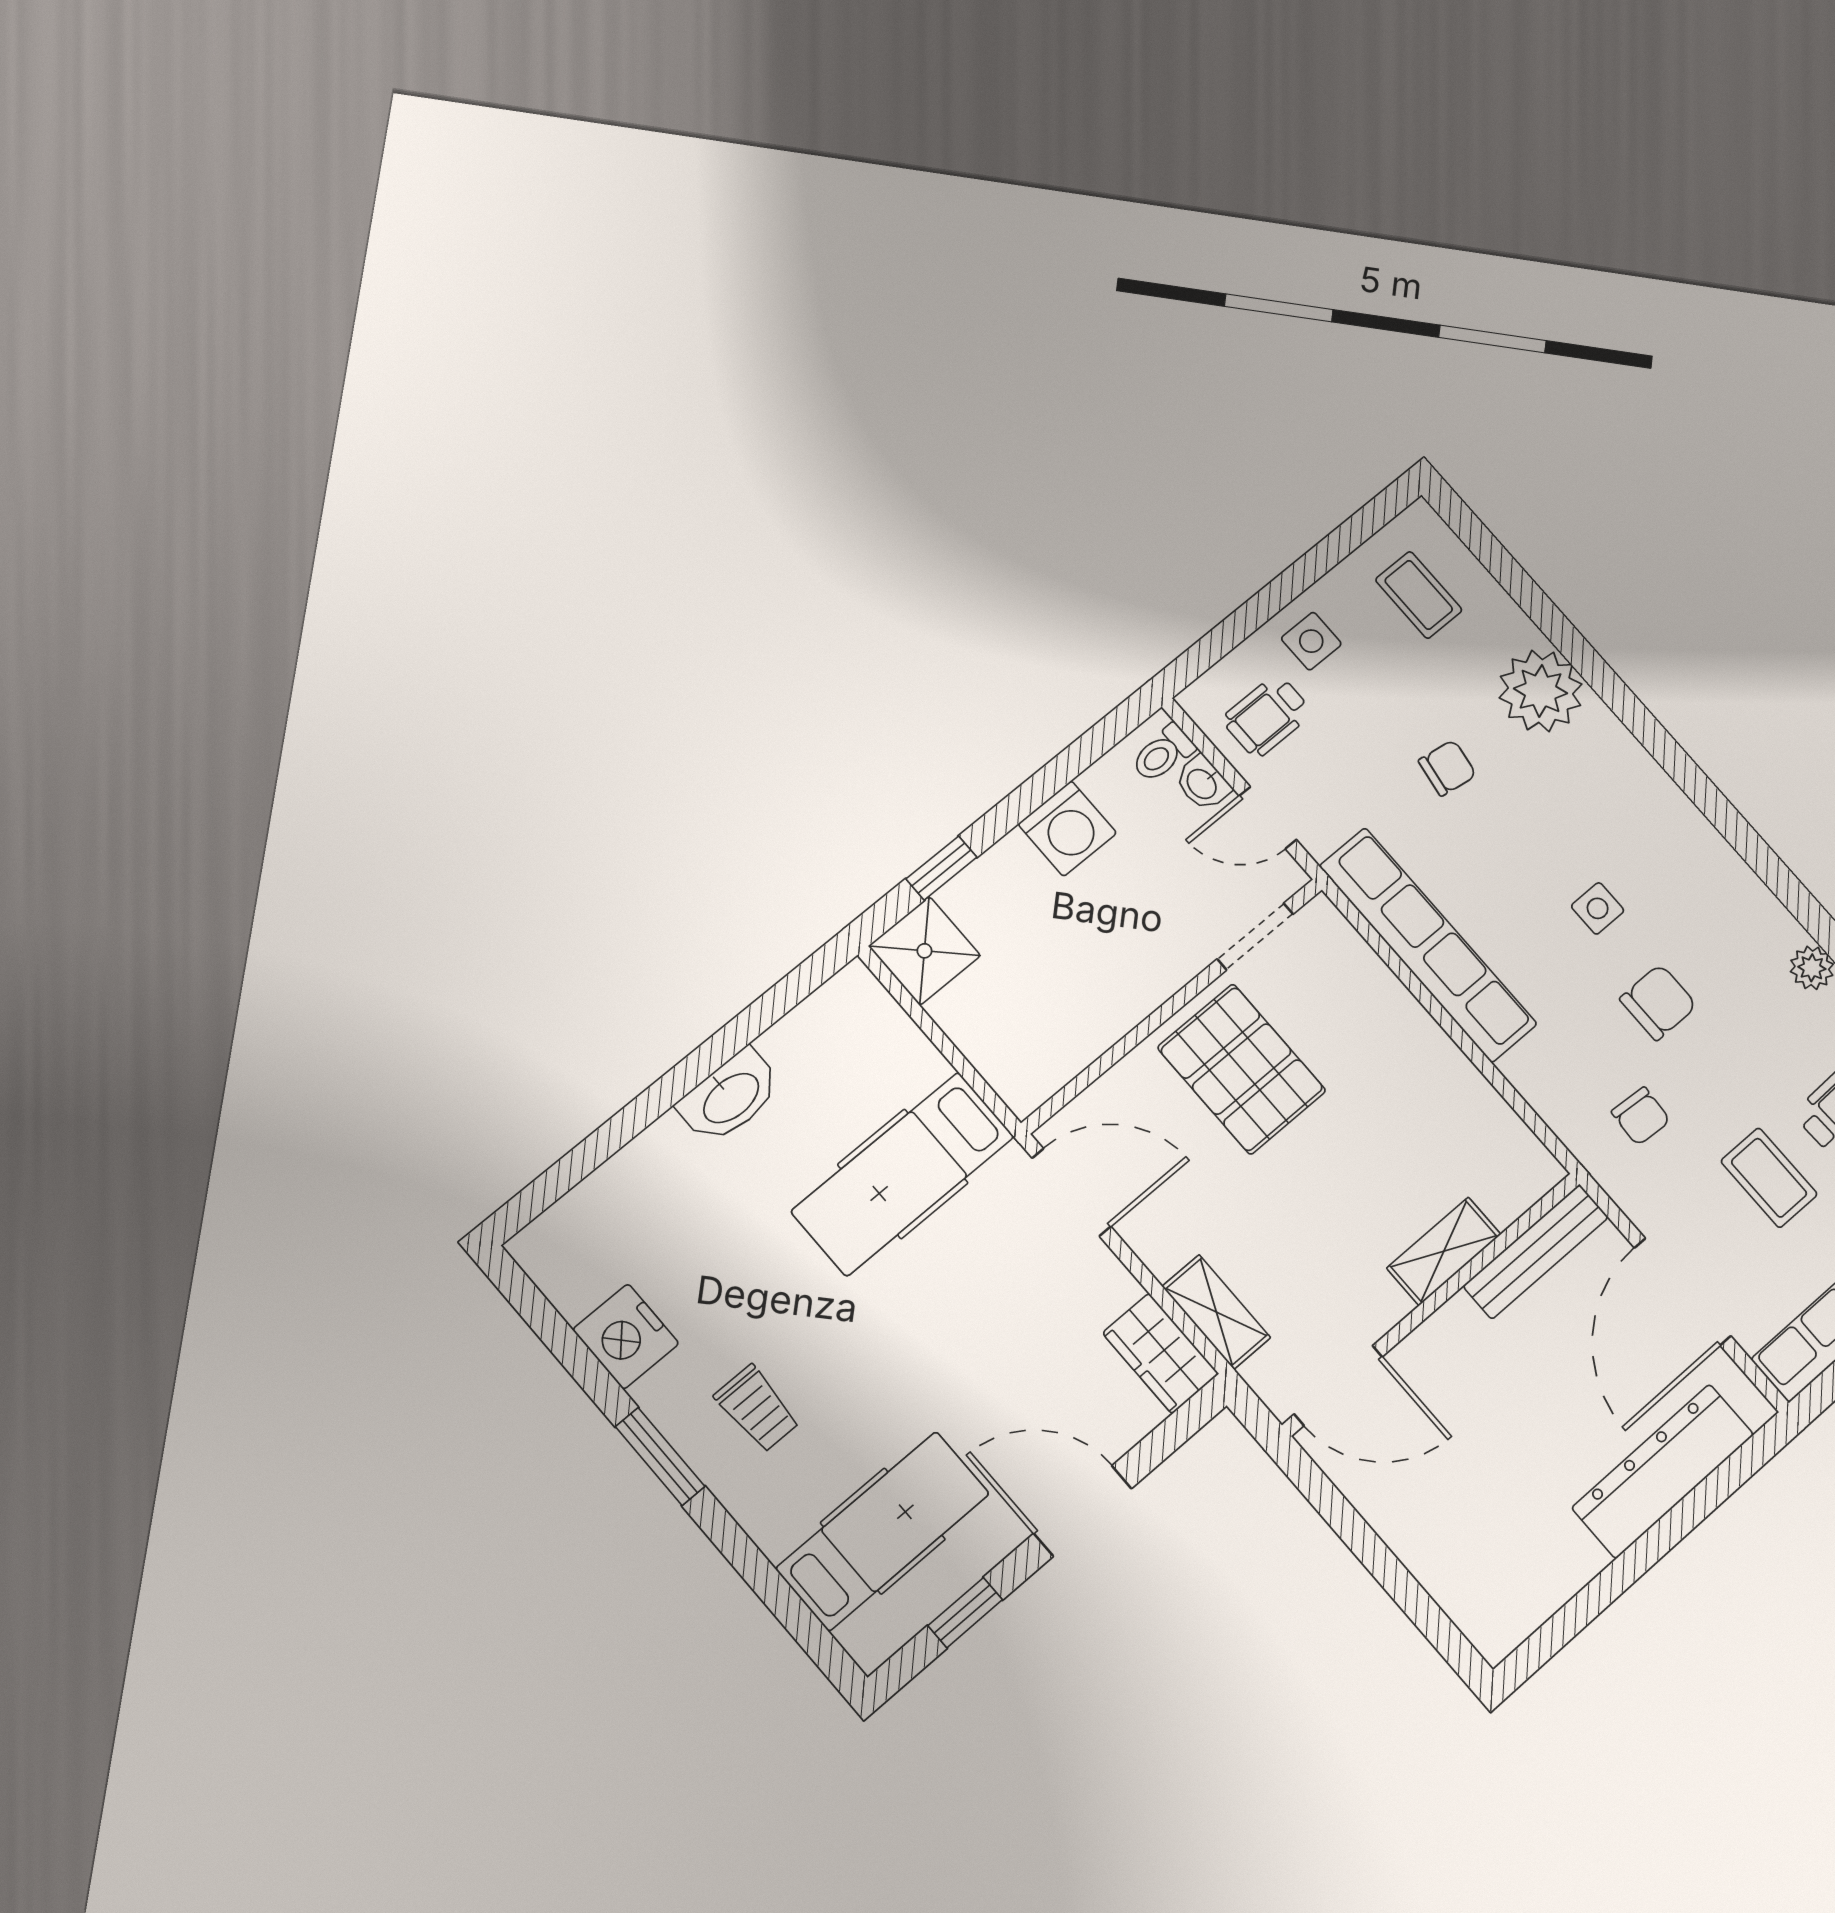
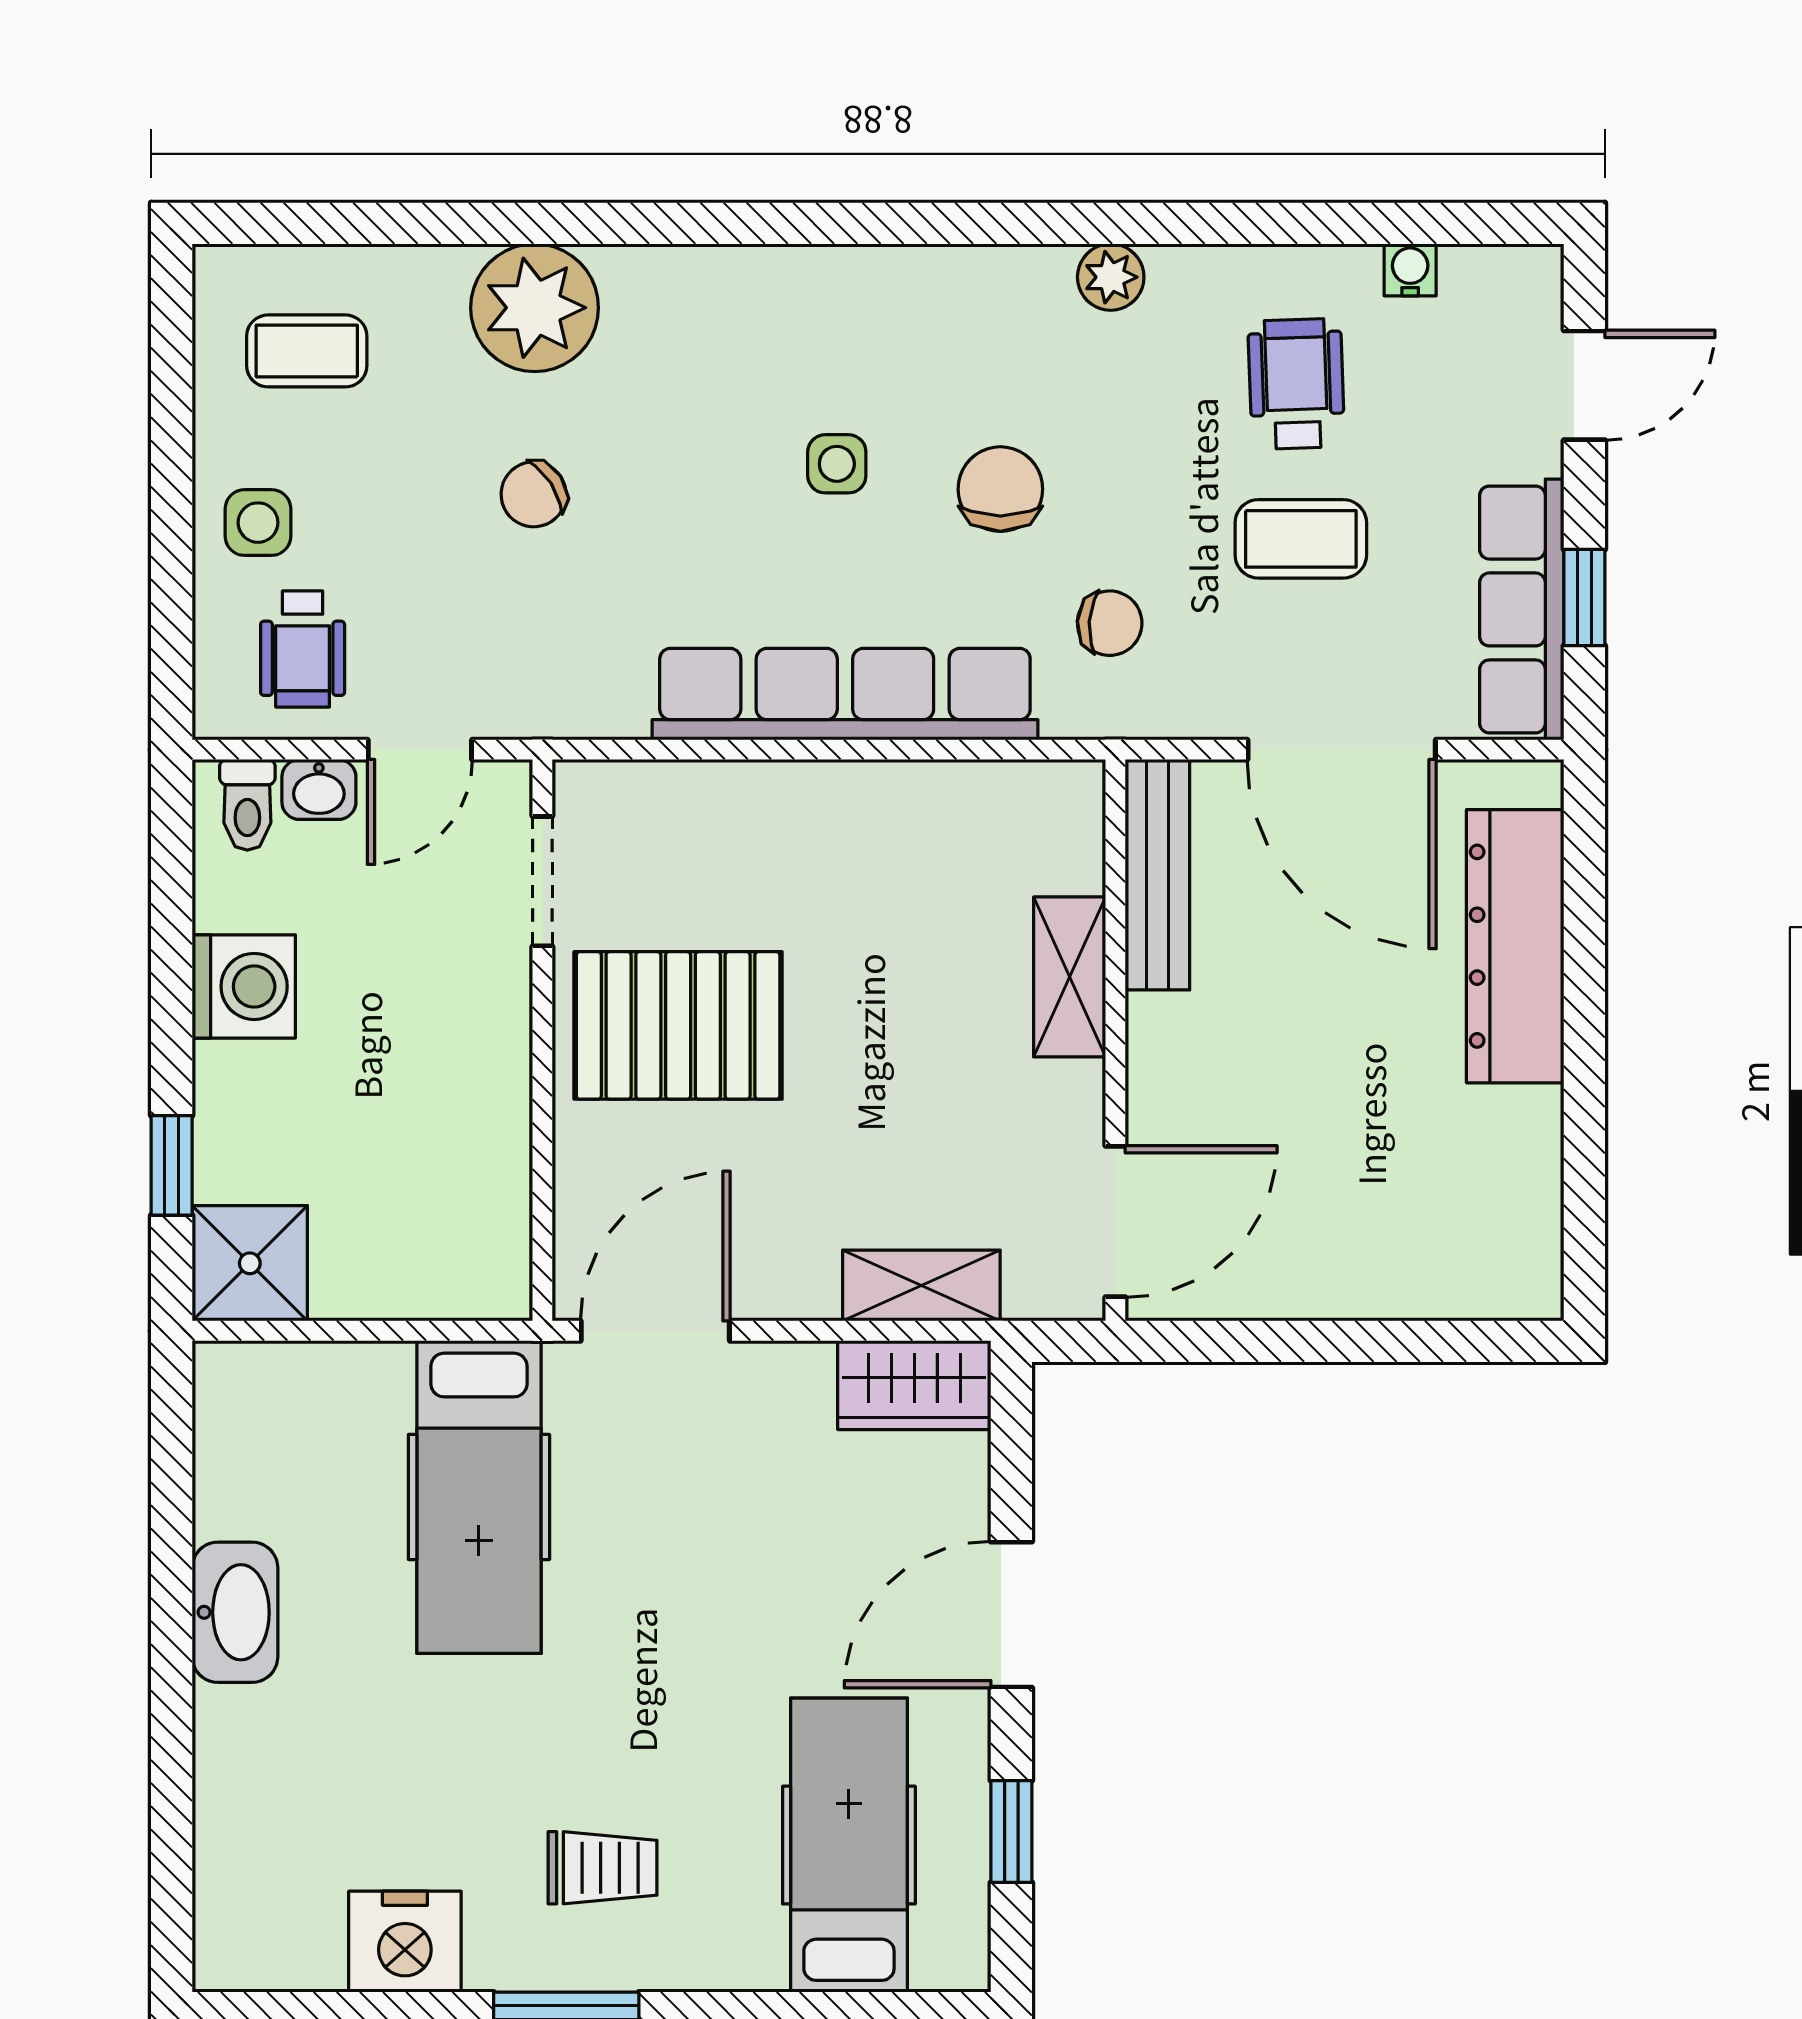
chair: (1447, 768) -> (534, 494), turned -132
row of seats: (1428, 945) -> (845, 694), moved

